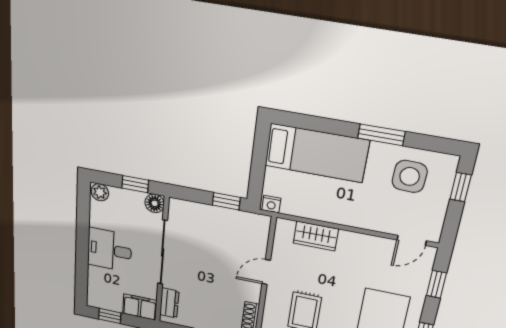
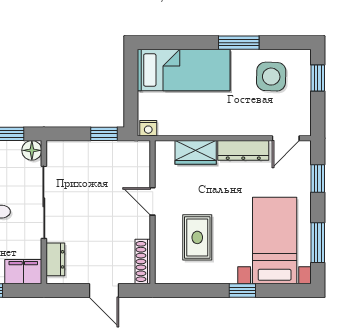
dresser: (365, 243) -> (243, 150), added
door: (266, 272) -> (153, 201), hinge flipped

